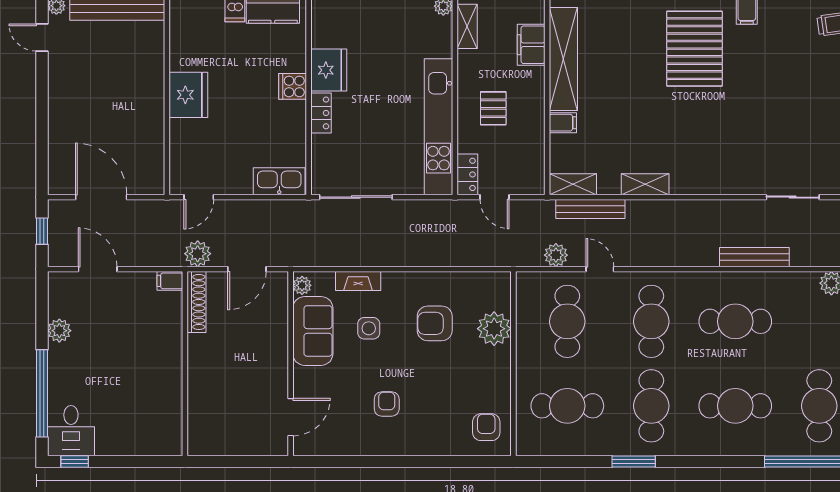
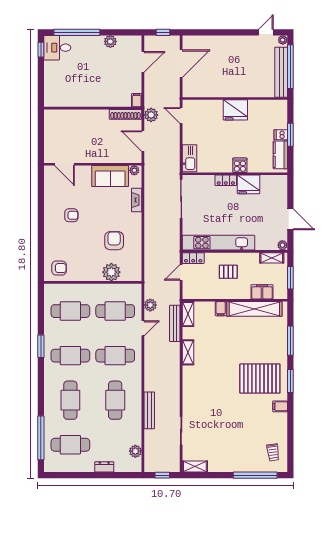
side table: (369, 328) -> (112, 206), removed
cafe table: (567, 406) -> (70, 311), turned 90

